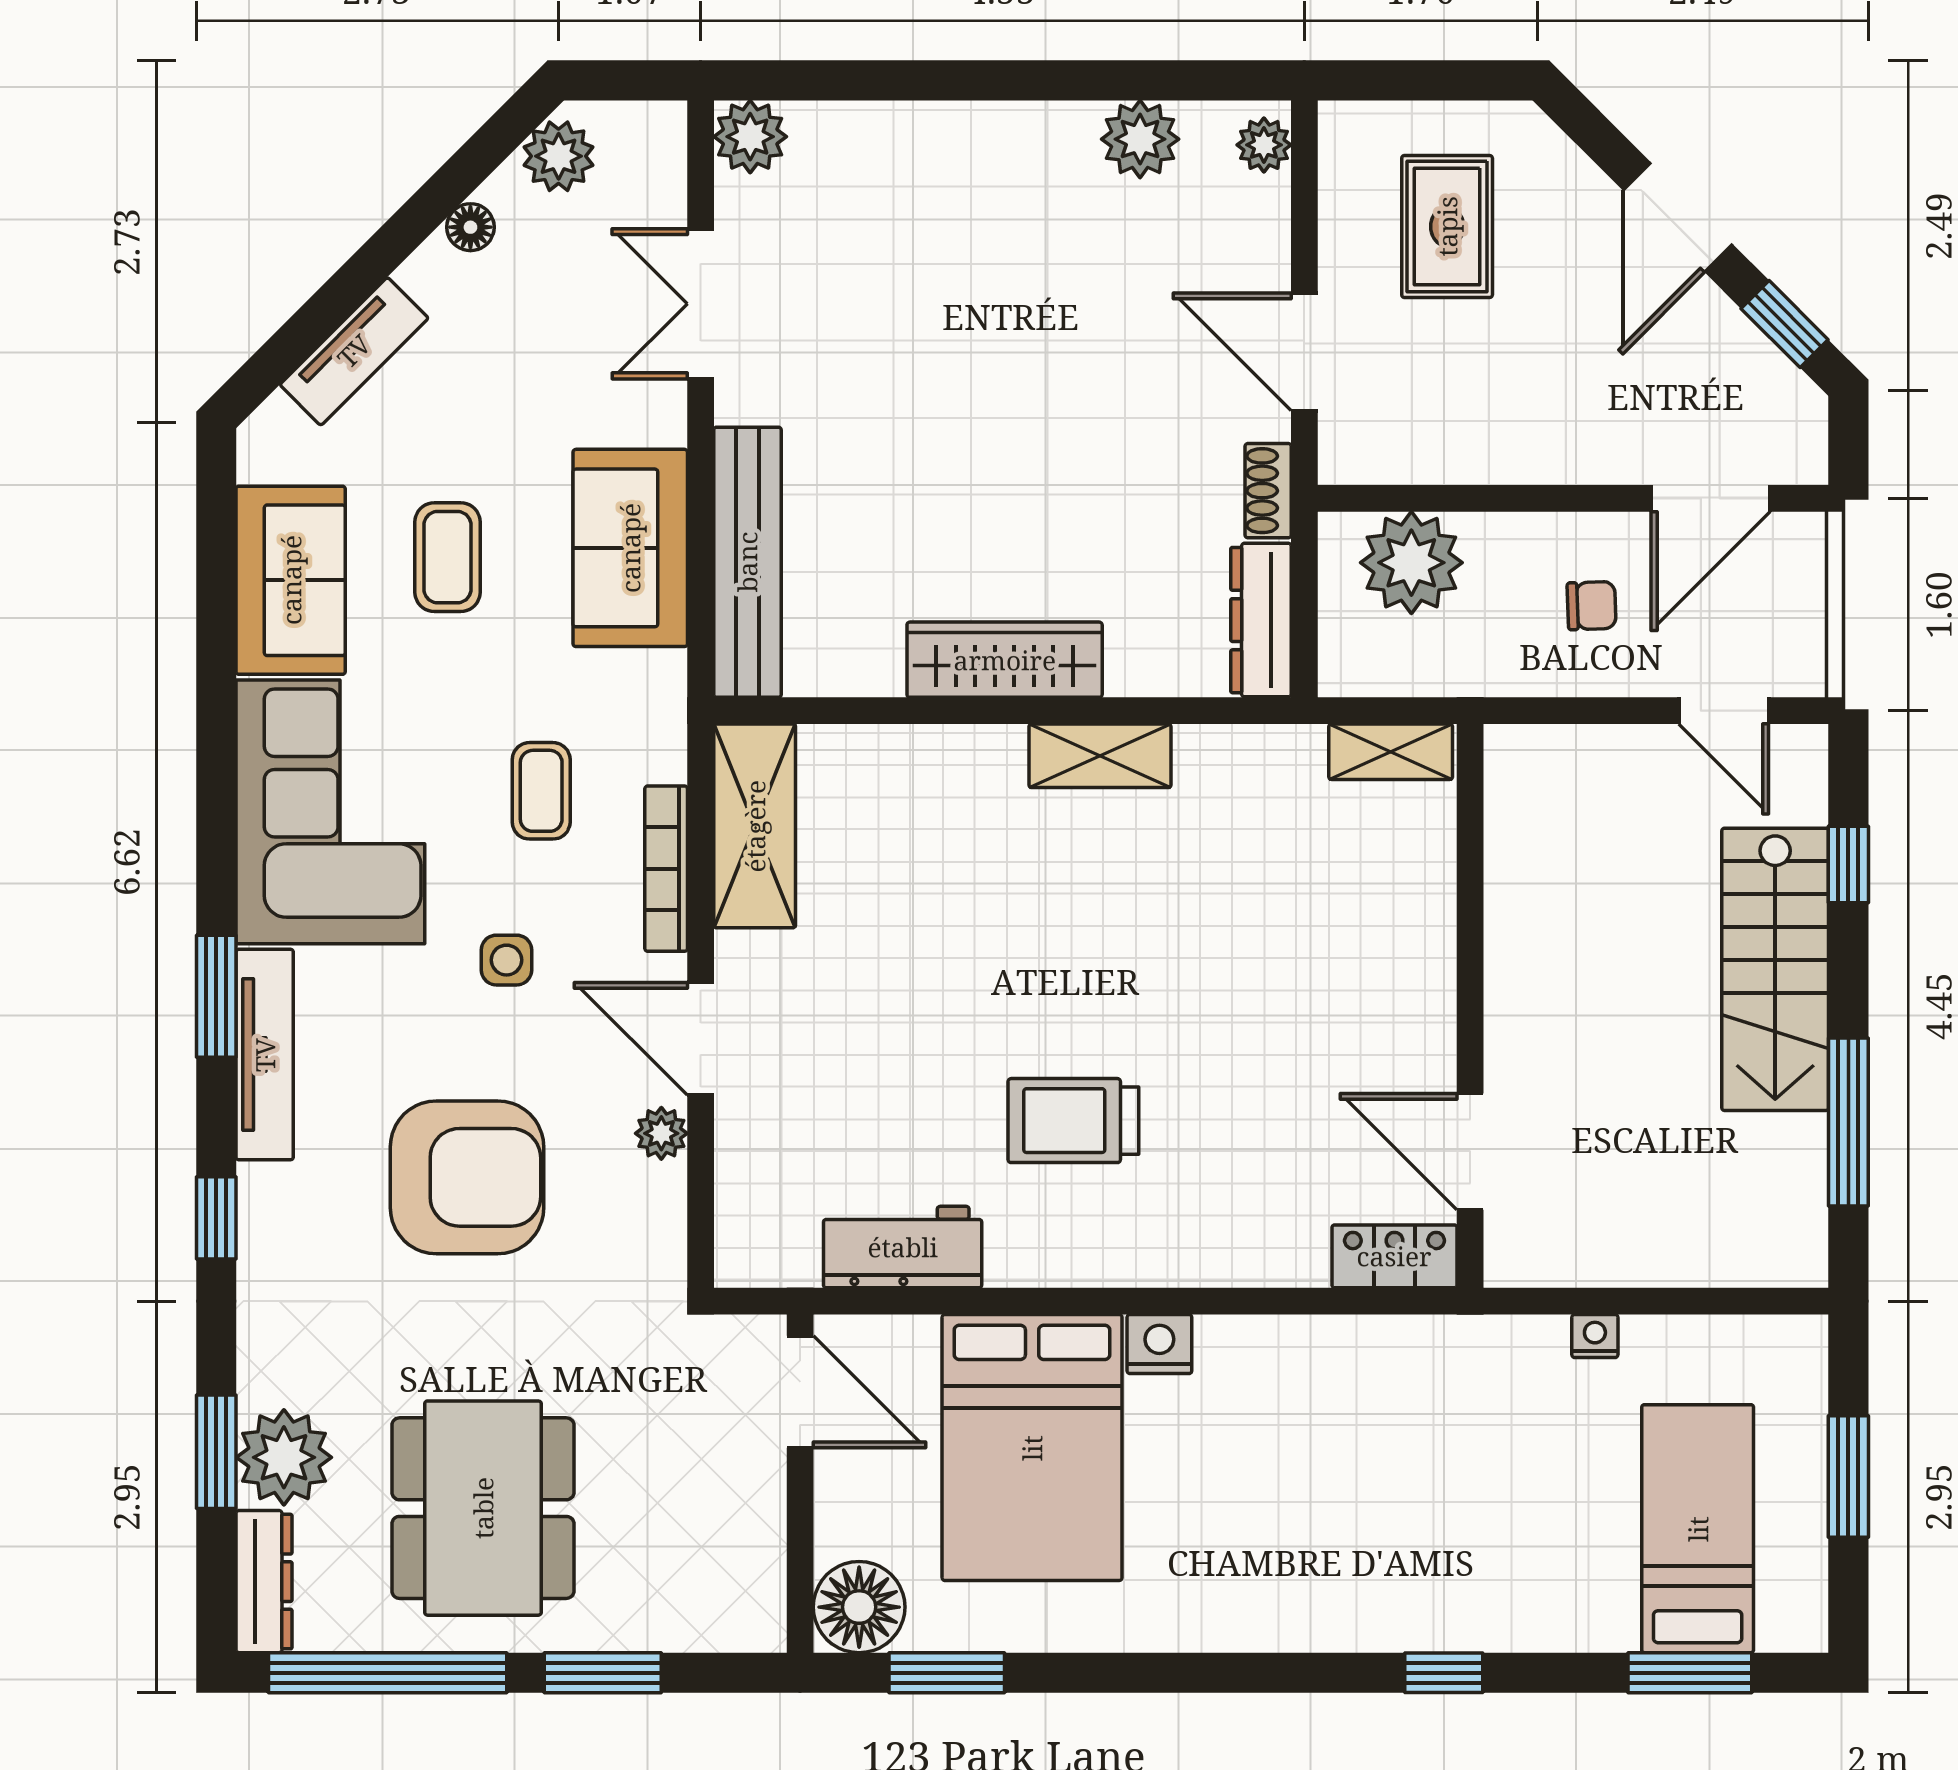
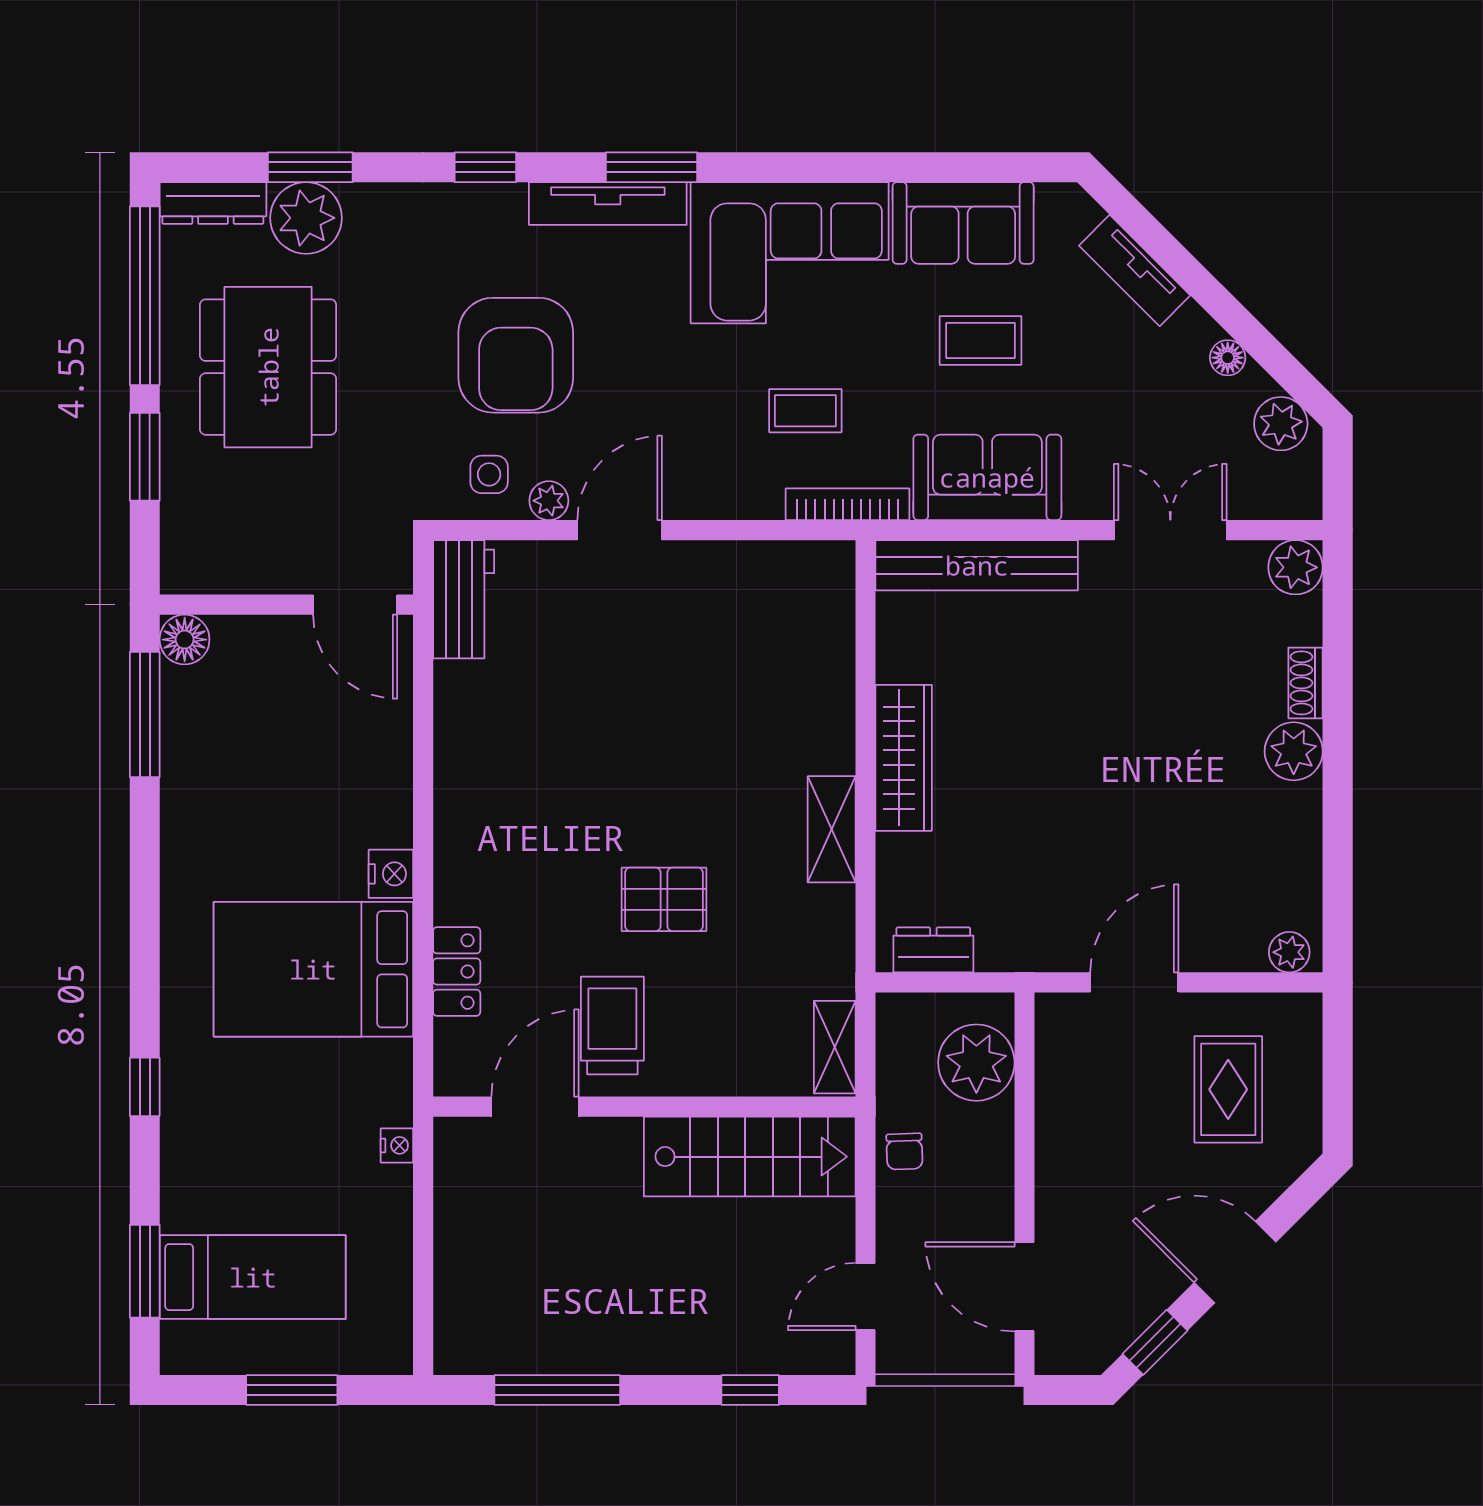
plant: (1140, 139) -> (1294, 751), moved
rug: (1447, 226) -> (1228, 1089), turned 90
shoe rack: (1268, 491) -> (1306, 683), moved, turned -90
chair: (1592, 606) -> (904, 1151), moved
dresser: (1261, 620) -> (933, 950), width x0.70
shelving: (755, 826) -> (779, 571), removed
bookcase: (666, 869) -> (847, 504), moved
side table: (507, 960) -> (489, 474), moved
stairs: (1775, 969) -> (750, 1157), moved, turned 180
pallet: (1193, 980) -> (664, 899), added
trolley: (1073, 1121) -> (612, 1026), moved
workbench: (903, 1247) -> (464, 599), moved
locker: (1394, 1256) -> (457, 972), moved
nightstand: (1595, 1336) -> (397, 1145), moved
door: (800, 1392) -> (355, 605), hinge flipped
bed: (1032, 1448) -> (313, 969), moved
dining table: (483, 1508) -> (268, 367), turned 90
floor lamp: (859, 1607) -> (185, 640), width x0.73, depth x0.73
window: (947, 1673) -> (145, 715), width x1.44

